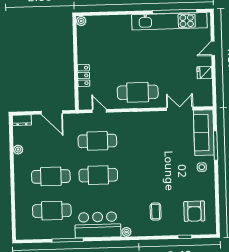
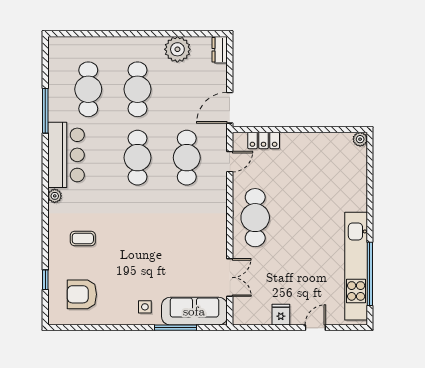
door: (213, 48) -> (315, 328), hinge flipped
locker: (84, 75) -> (264, 140), moved
door: (52, 112) -> (230, 108), moved
plant: (18, 150) -> (177, 49), width x1.88, depth x1.88

